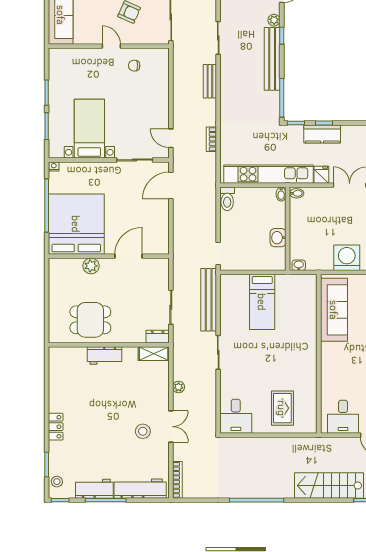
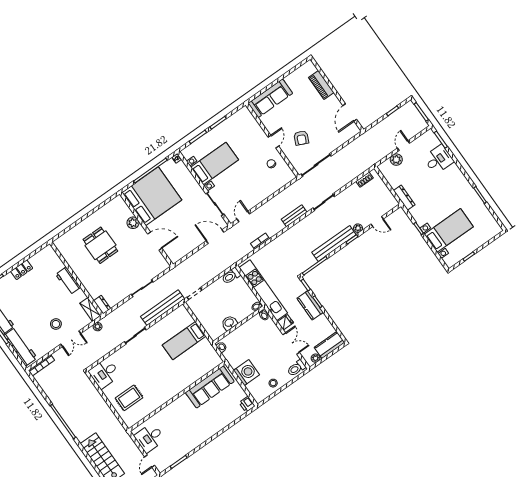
dresser: (158, 337) -> (102, 305), moved
wall: (109, 345) -> (76, 279), moved
shelving: (154, 354) -> (90, 309), moved
workbench: (104, 356) -> (68, 281), moved

